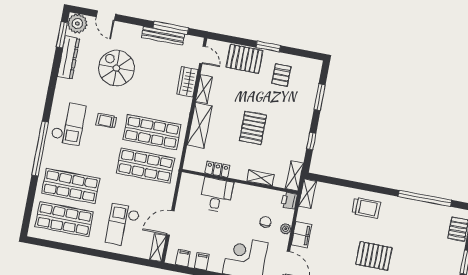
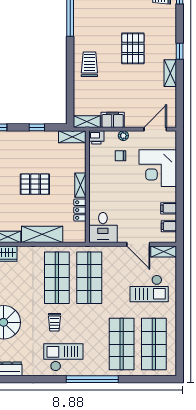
shelving: (261, 178) -> (80, 185), moved
desk: (216, 195) -> (103, 228), moved, turned -90
filing cabinet: (301, 235) -> (113, 120), moved

